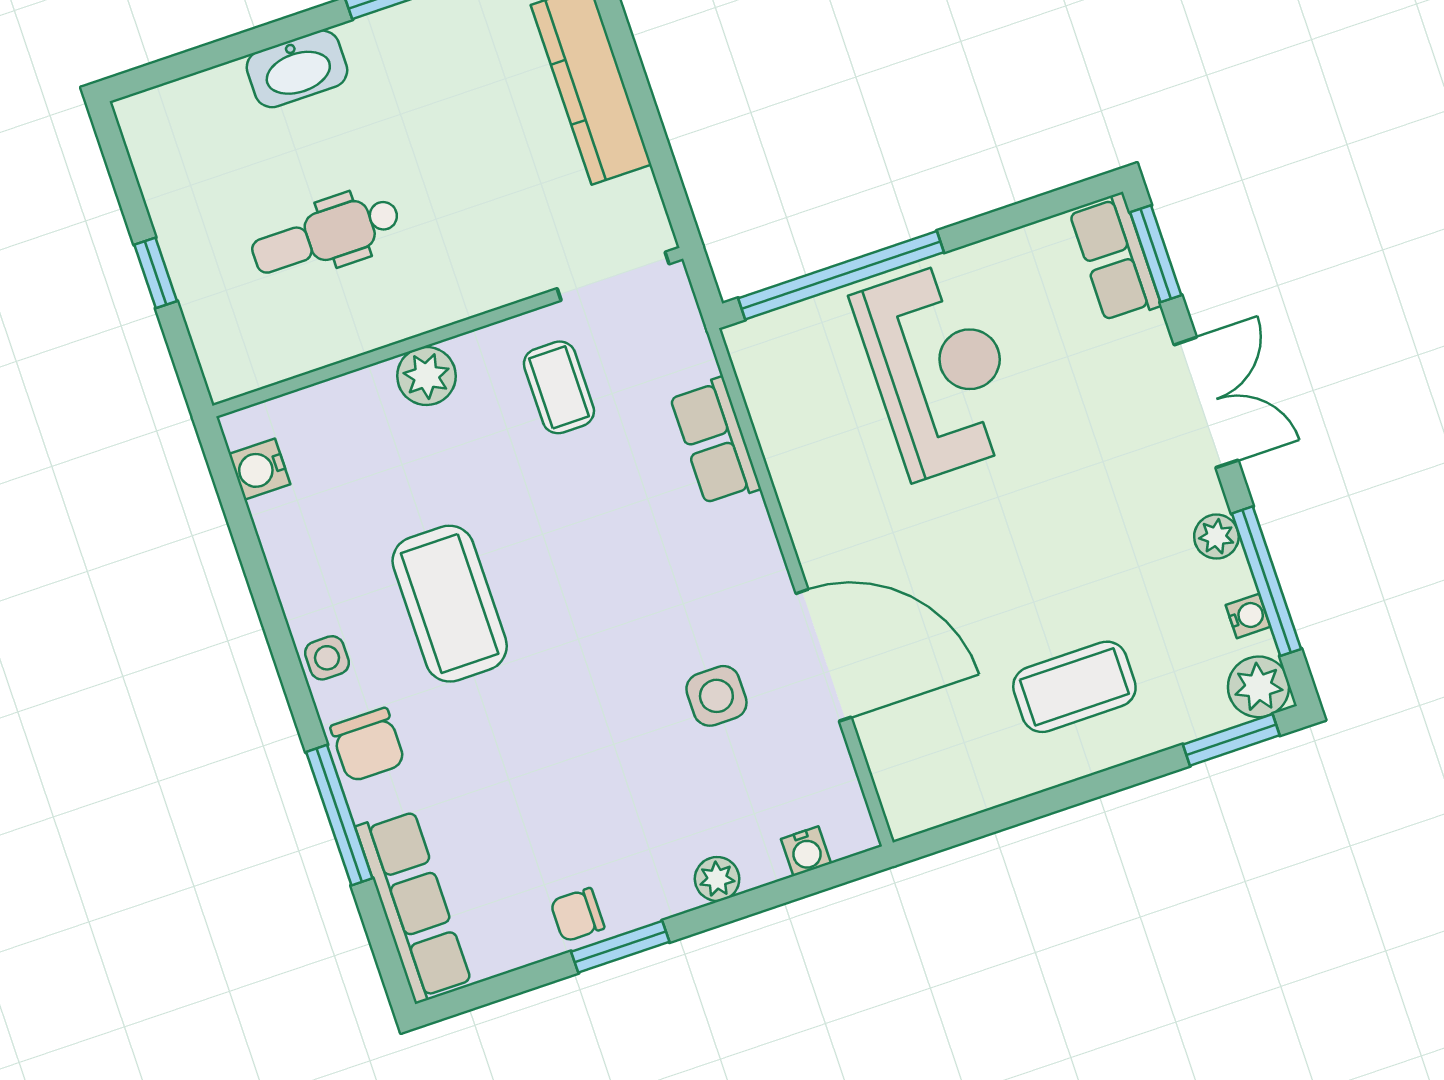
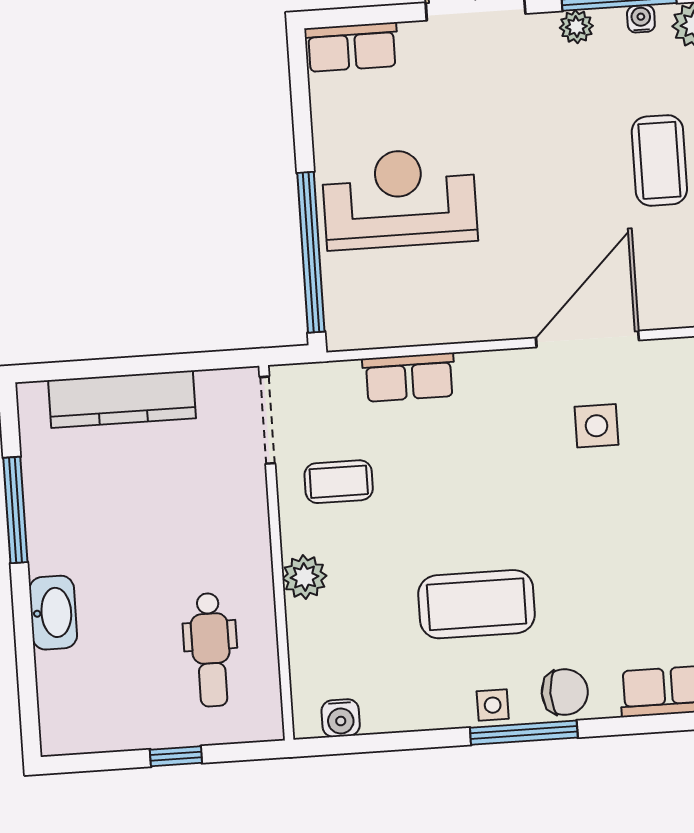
dental chair: (326, 235) -> (211, 650), moved
window: (1156, 254) -> (356, 16), removed
window: (339, 815) -> (524, 733), moved

